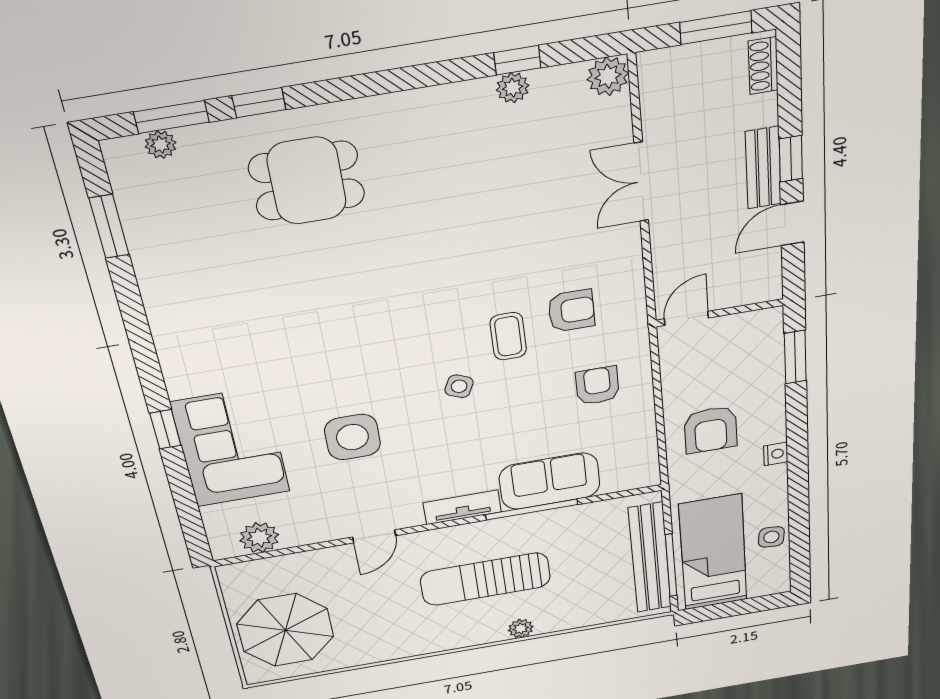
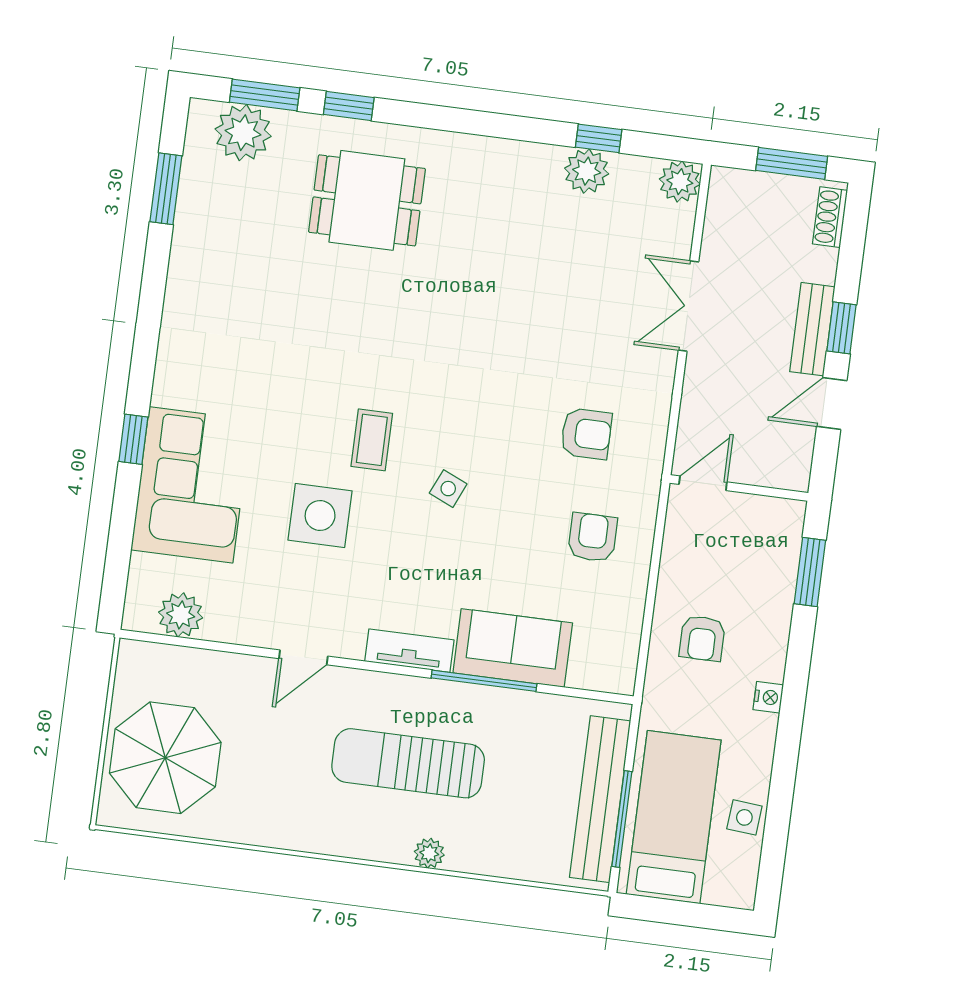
plant: (513, 88) -> (587, 171), width x1.38, depth x1.38
plant: (161, 145) -> (243, 133), width x1.87, depth x1.87
coffee table: (508, 336) -> (372, 440), moved
armchair: (711, 430) -> (702, 638), width x0.72, depth x0.72

